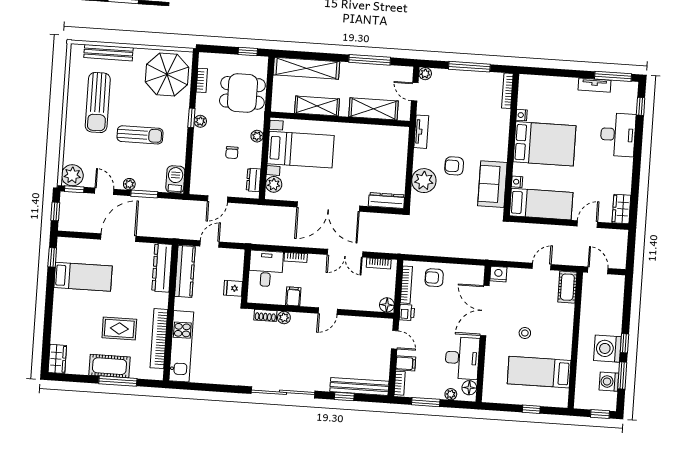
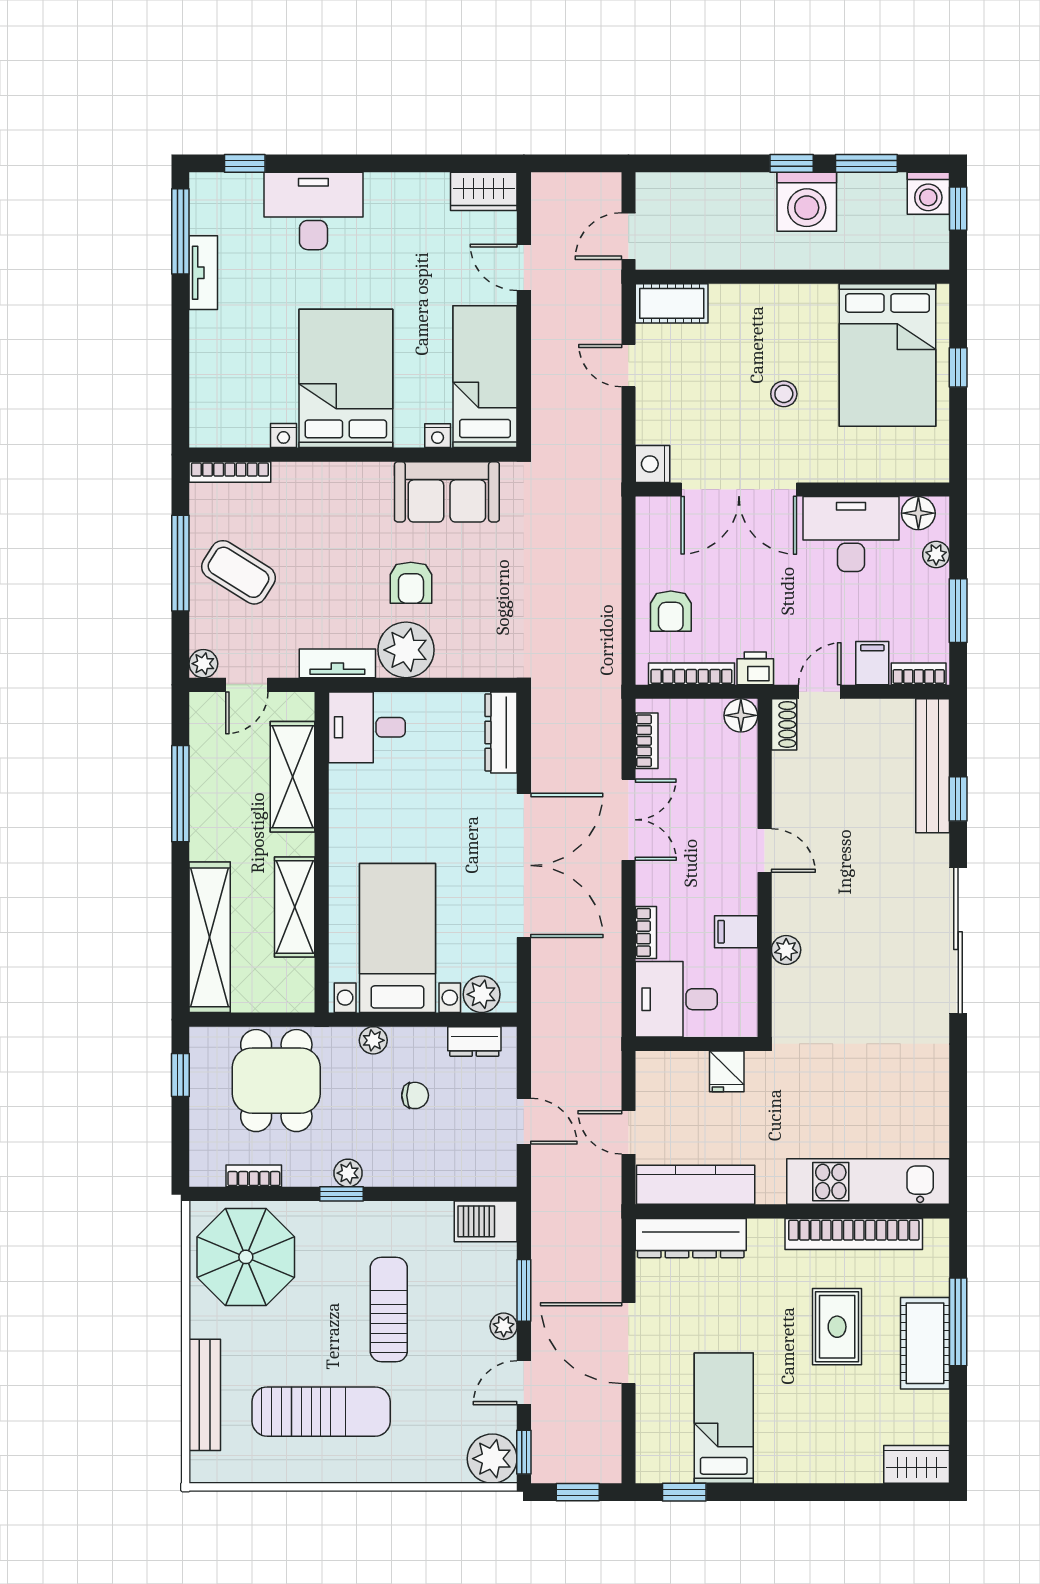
coffee table: (464, 92) -> (238, 572), added
desk: (393, 143) -> (367, 727), added
plant: (424, 181) -> (406, 650), moved
shoe rack: (265, 315) -> (784, 724), moved
bed: (539, 372) -> (887, 355), width x1.50
washing machine: (609, 382) -> (928, 193), moved

